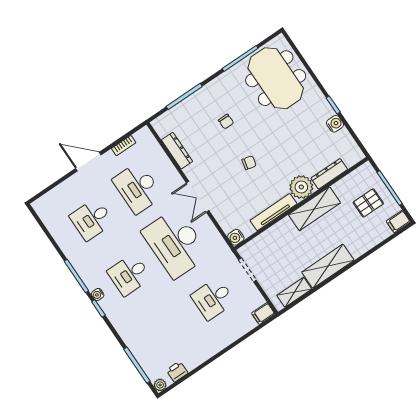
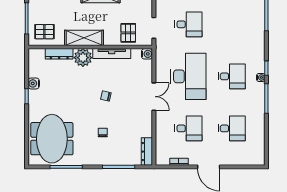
dresser: (177, 151) -> (147, 152), moved
desk: (138, 188) -> (188, 128), width x0.73
pallet: (368, 203) -> (44, 32), moved
pallet: (271, 246) -> (128, 33), added

